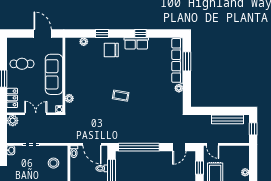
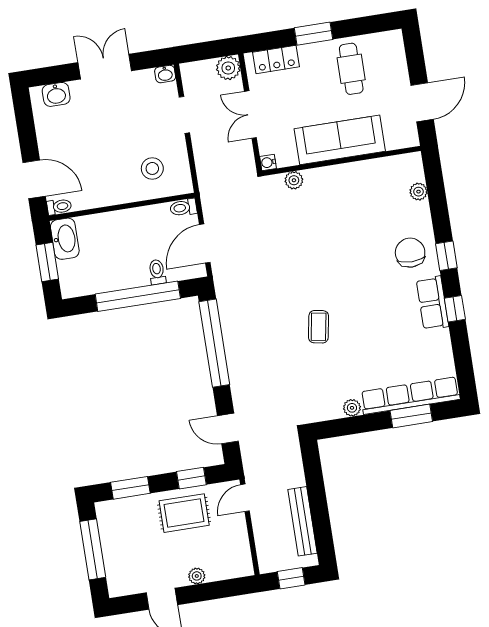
window: (102, 33) -> (446, 256), moved
coffee table: (121, 96) -> (319, 327), moved
double door: (36, 114) -> (250, 115), swing flipped

